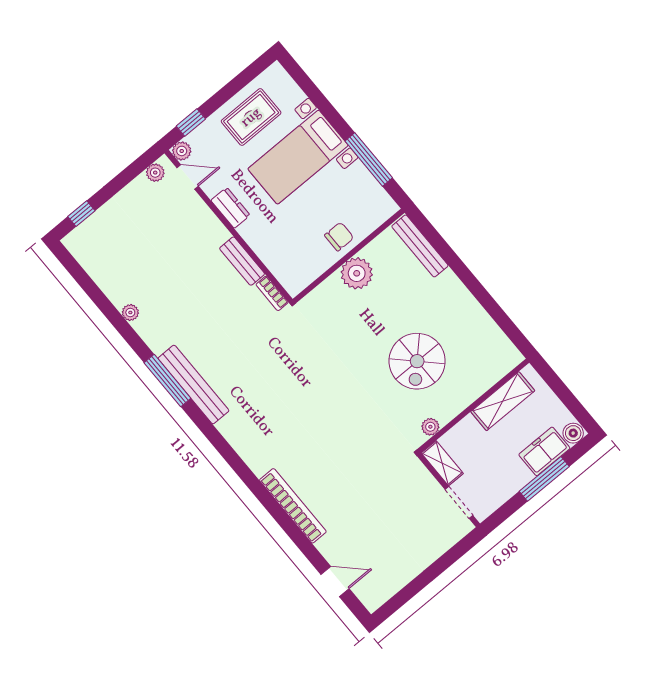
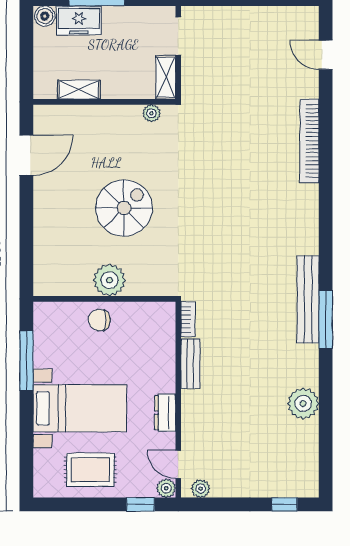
bench: (420, 246) -> (43, 260), removed
plant: (130, 312) -> (303, 403), width x1.88, depth x1.88
door: (499, 316) -> (26, 155), added
spiral stairs: (417, 361) -> (124, 208), moved
shelving: (503, 401) -> (79, 90), width x0.67, depth x0.75

